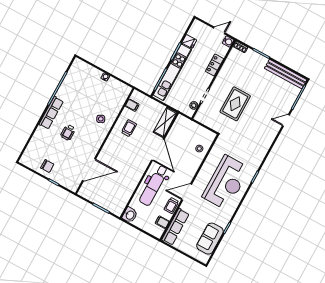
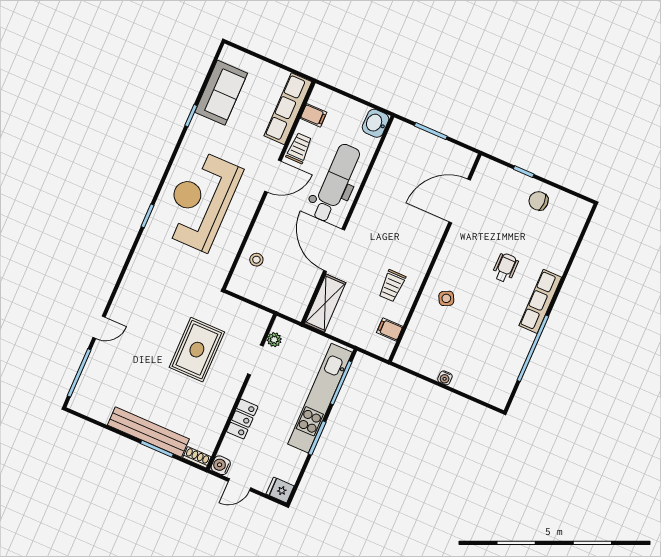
fridge: (189, 41) -> (280, 490), moved
bench: (286, 74) -> (148, 432), moved

